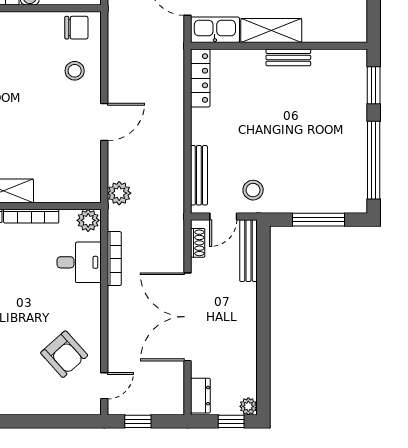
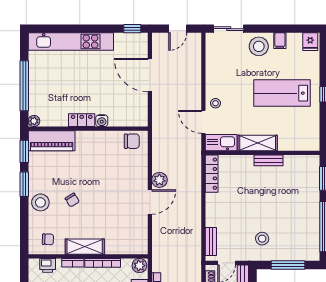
stool: (75, 71) -> (131, 169), removed
bench: (199, 175) -> (211, 242), width x0.73
stool: (253, 190) -> (262, 239), moved
plant: (119, 193) -> (159, 180), moved

